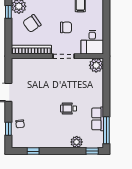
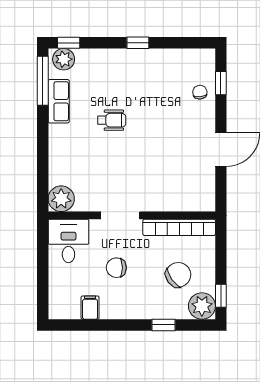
plant: (77, 142) -> (64, 59), moved
window: (33, 151) -> (138, 43), moved

